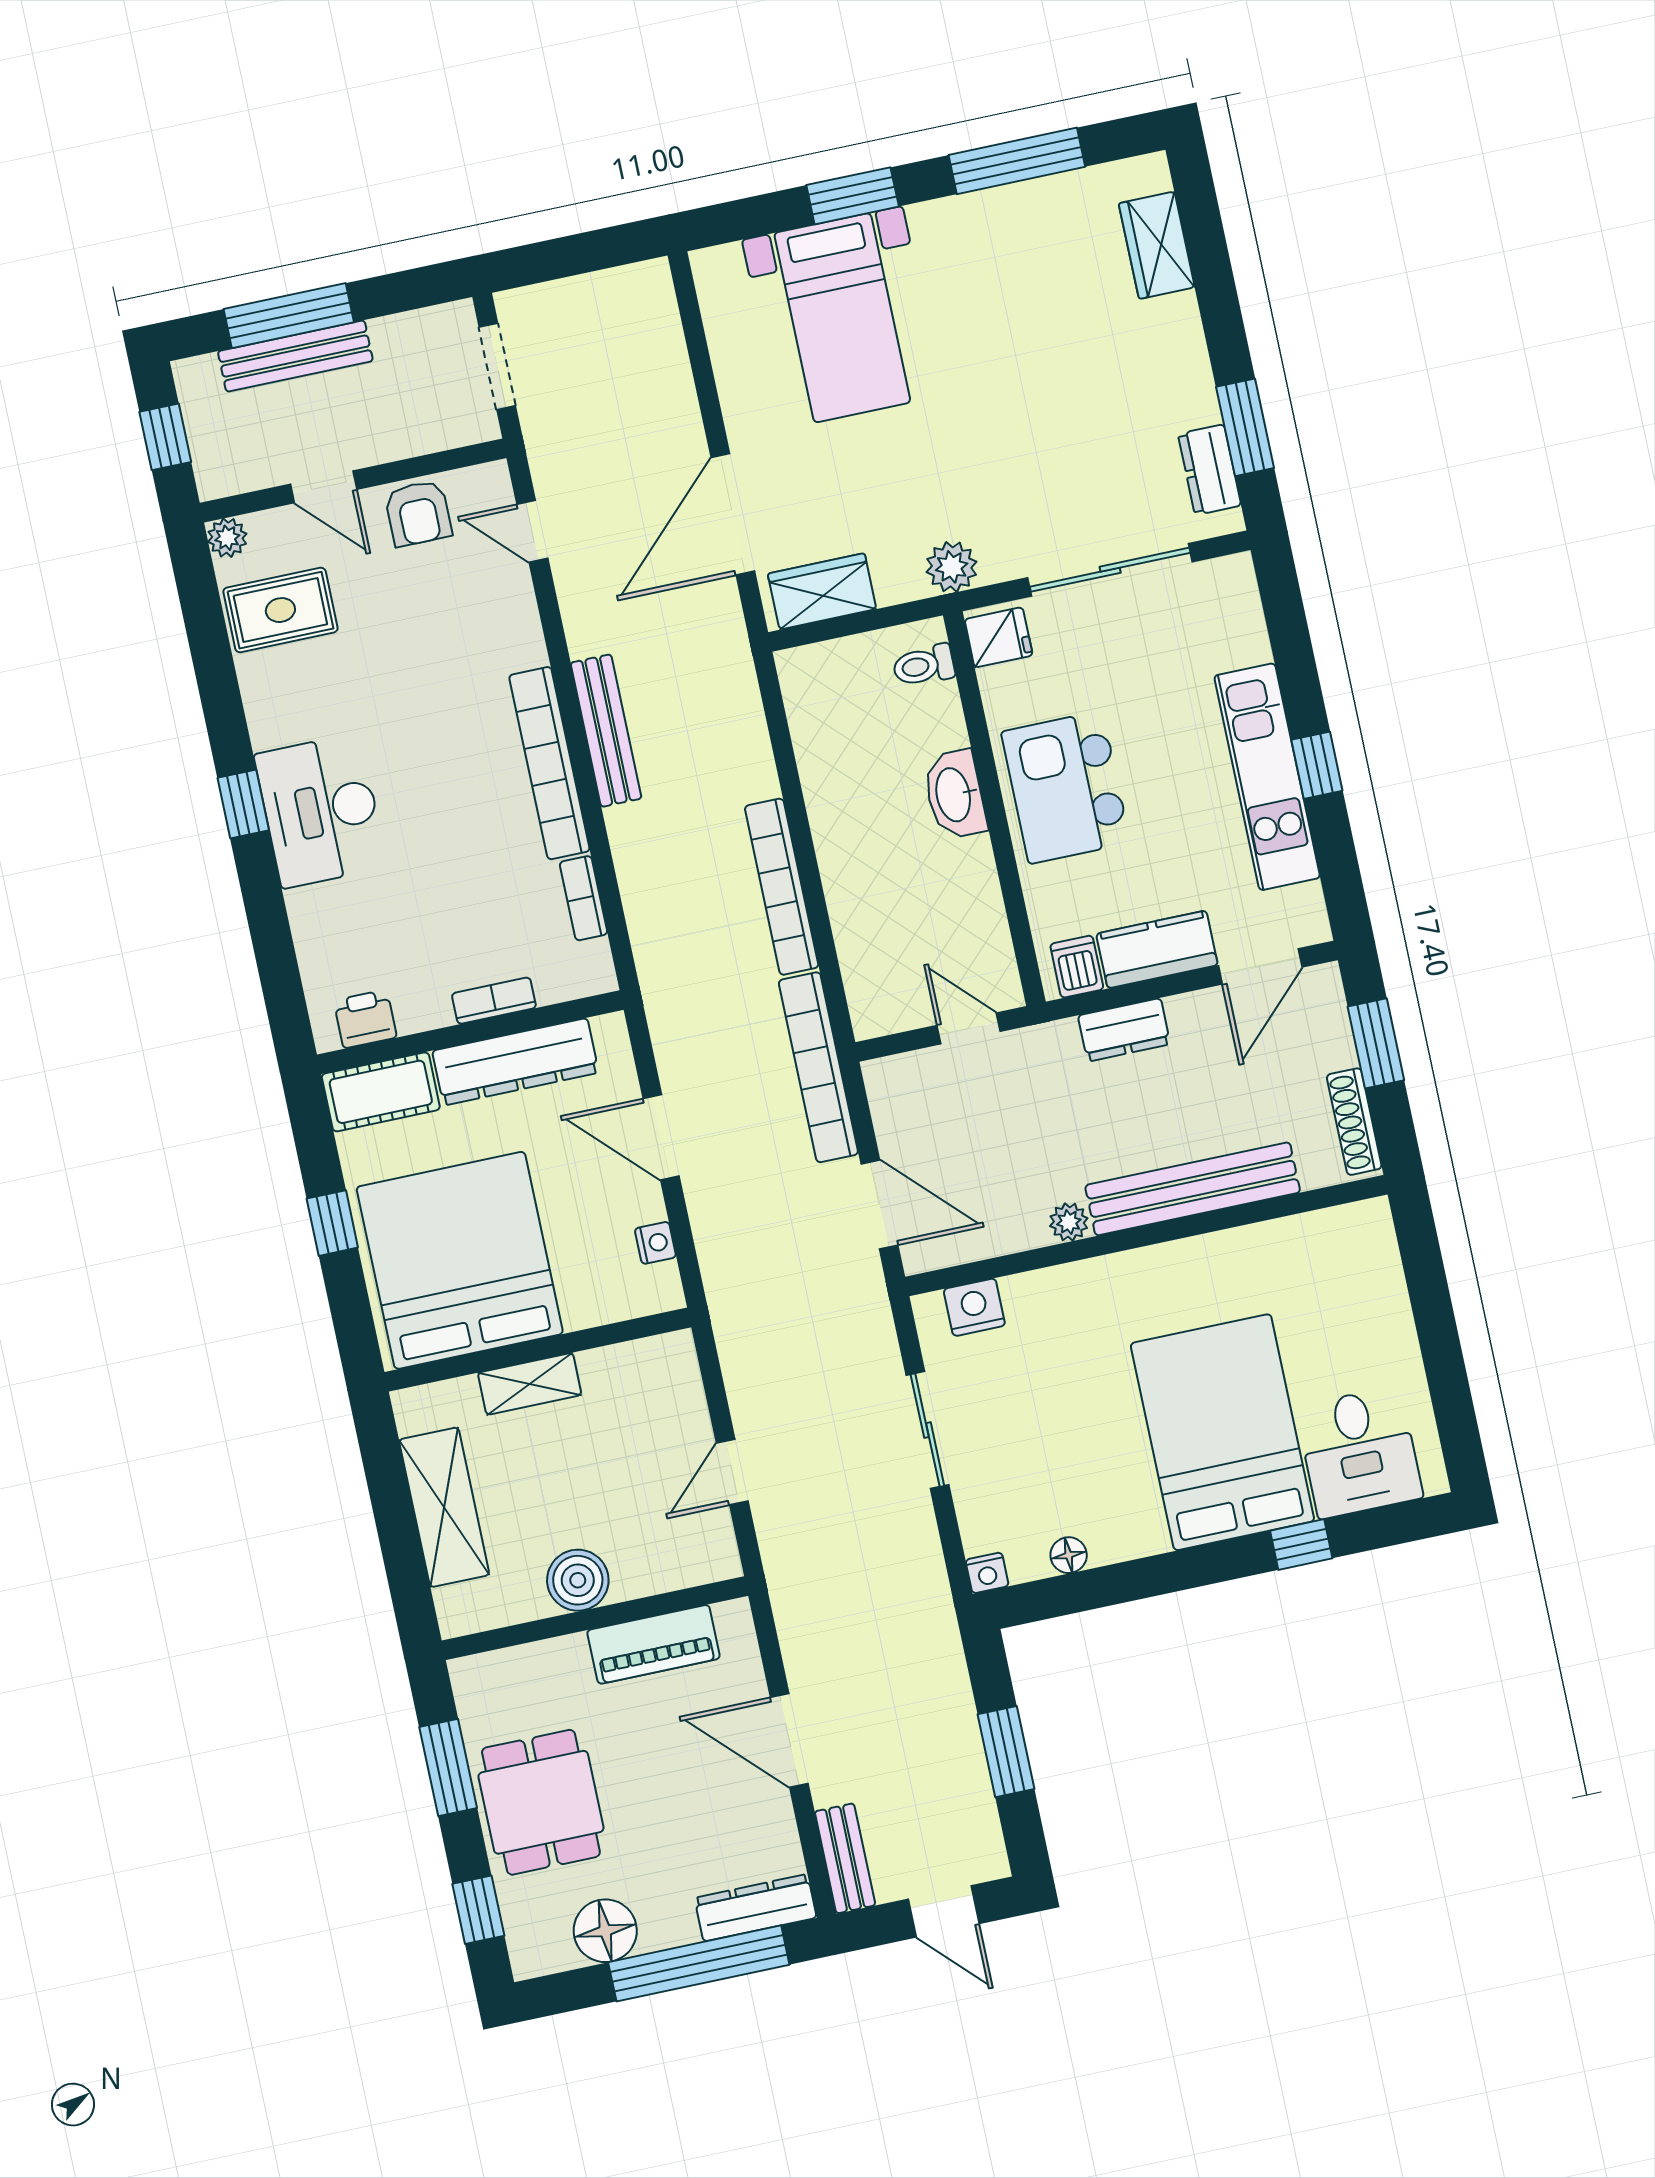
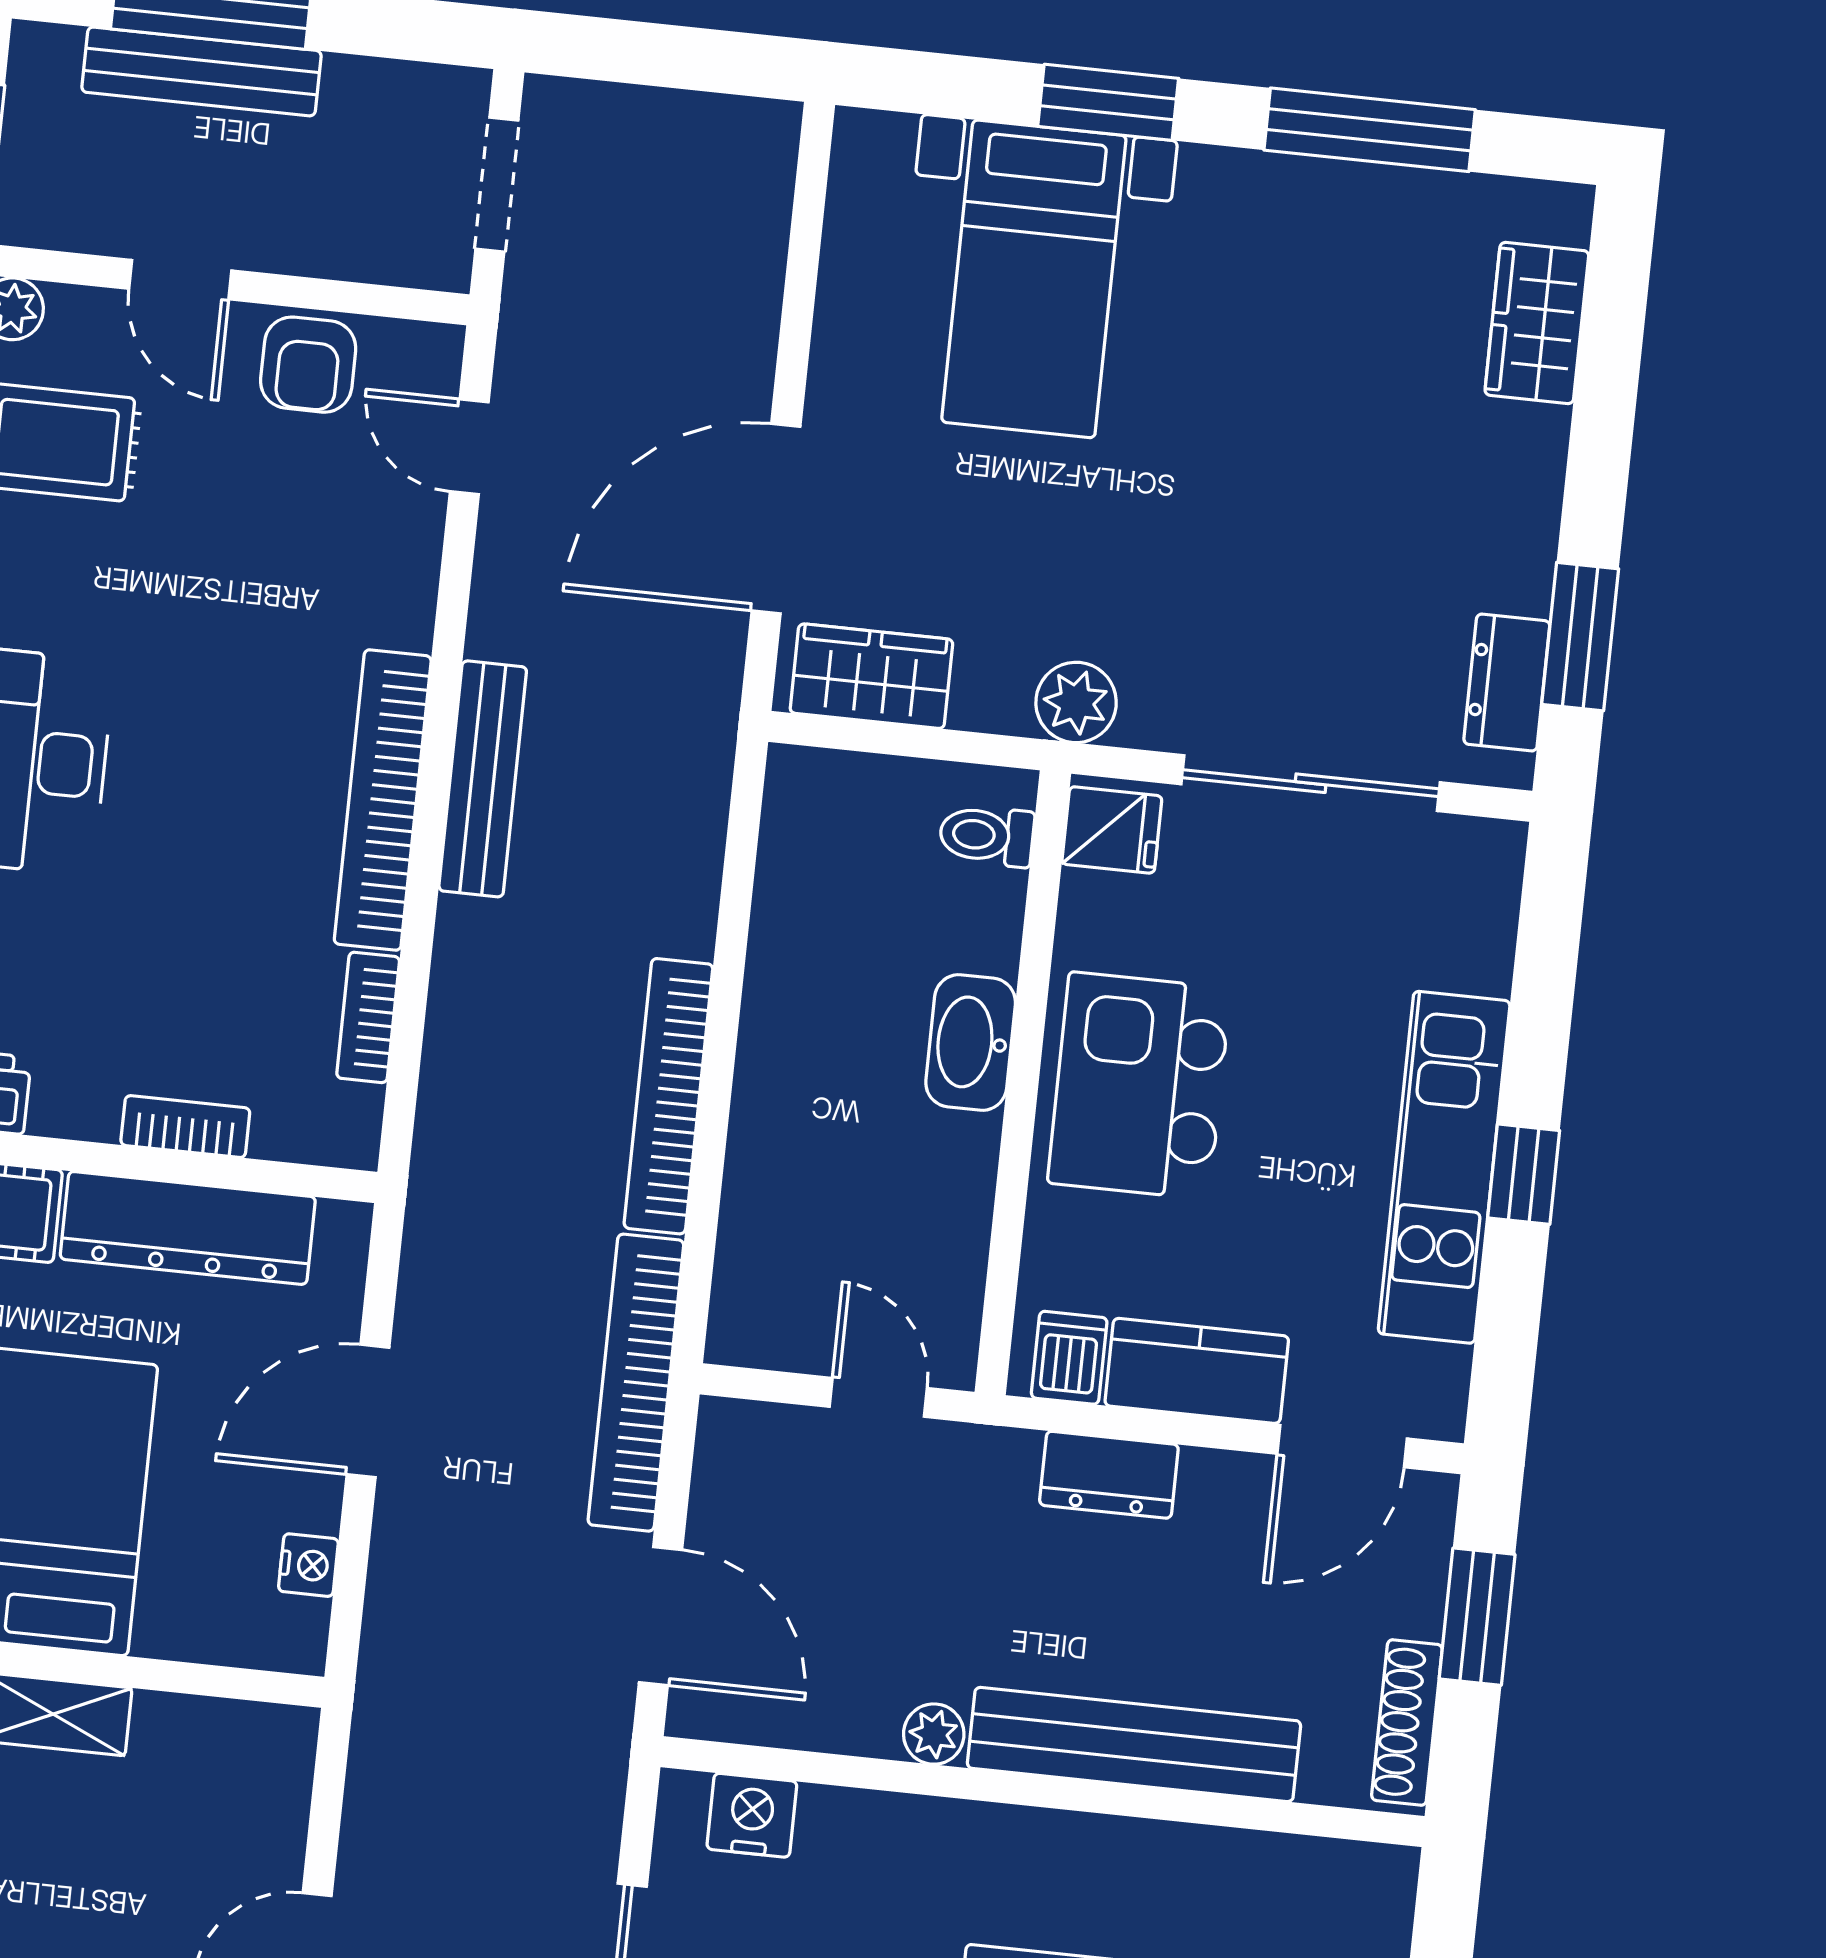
door: (661, 1137) -> (368, 1411), hinge flipped

